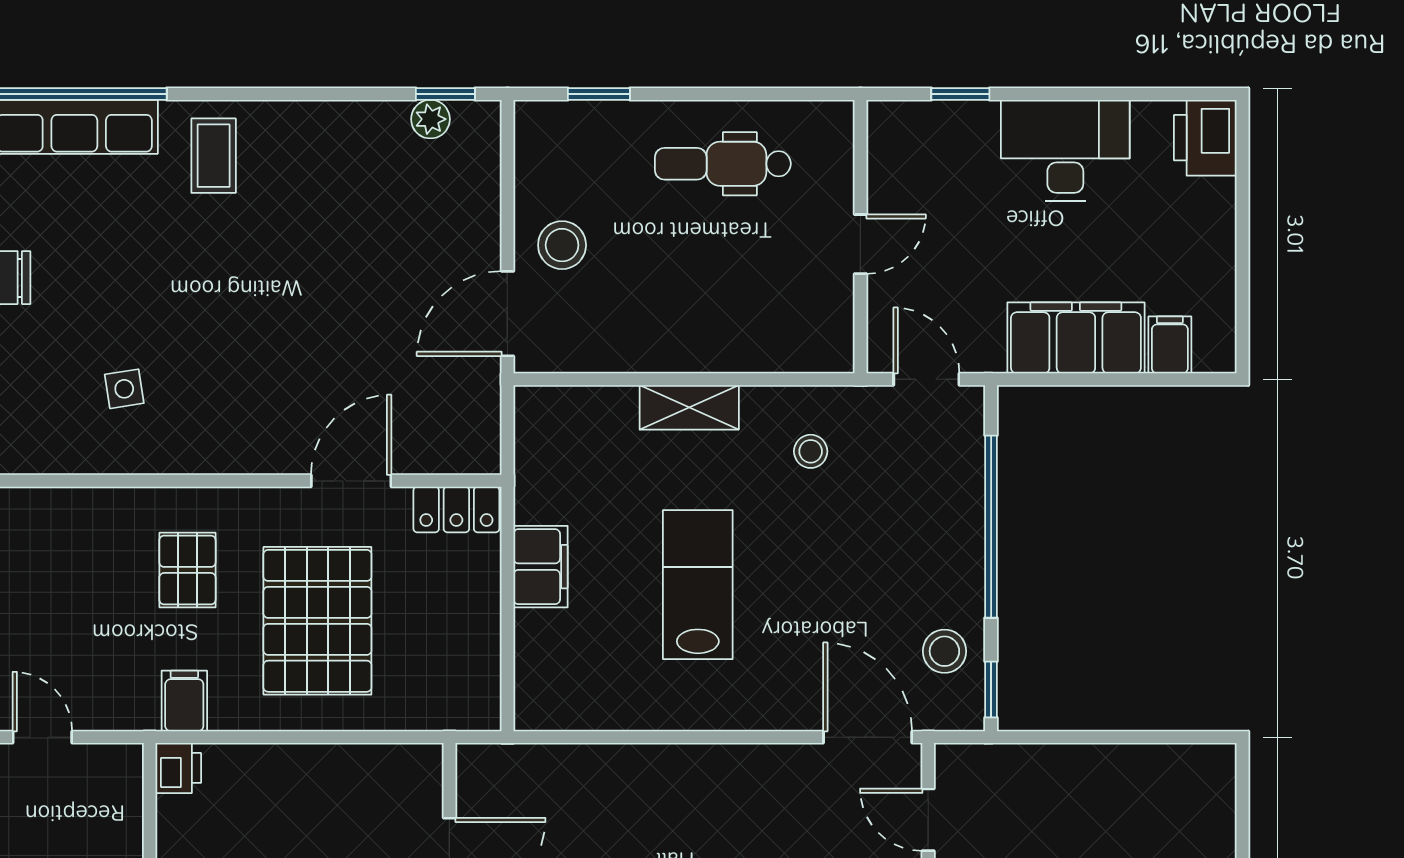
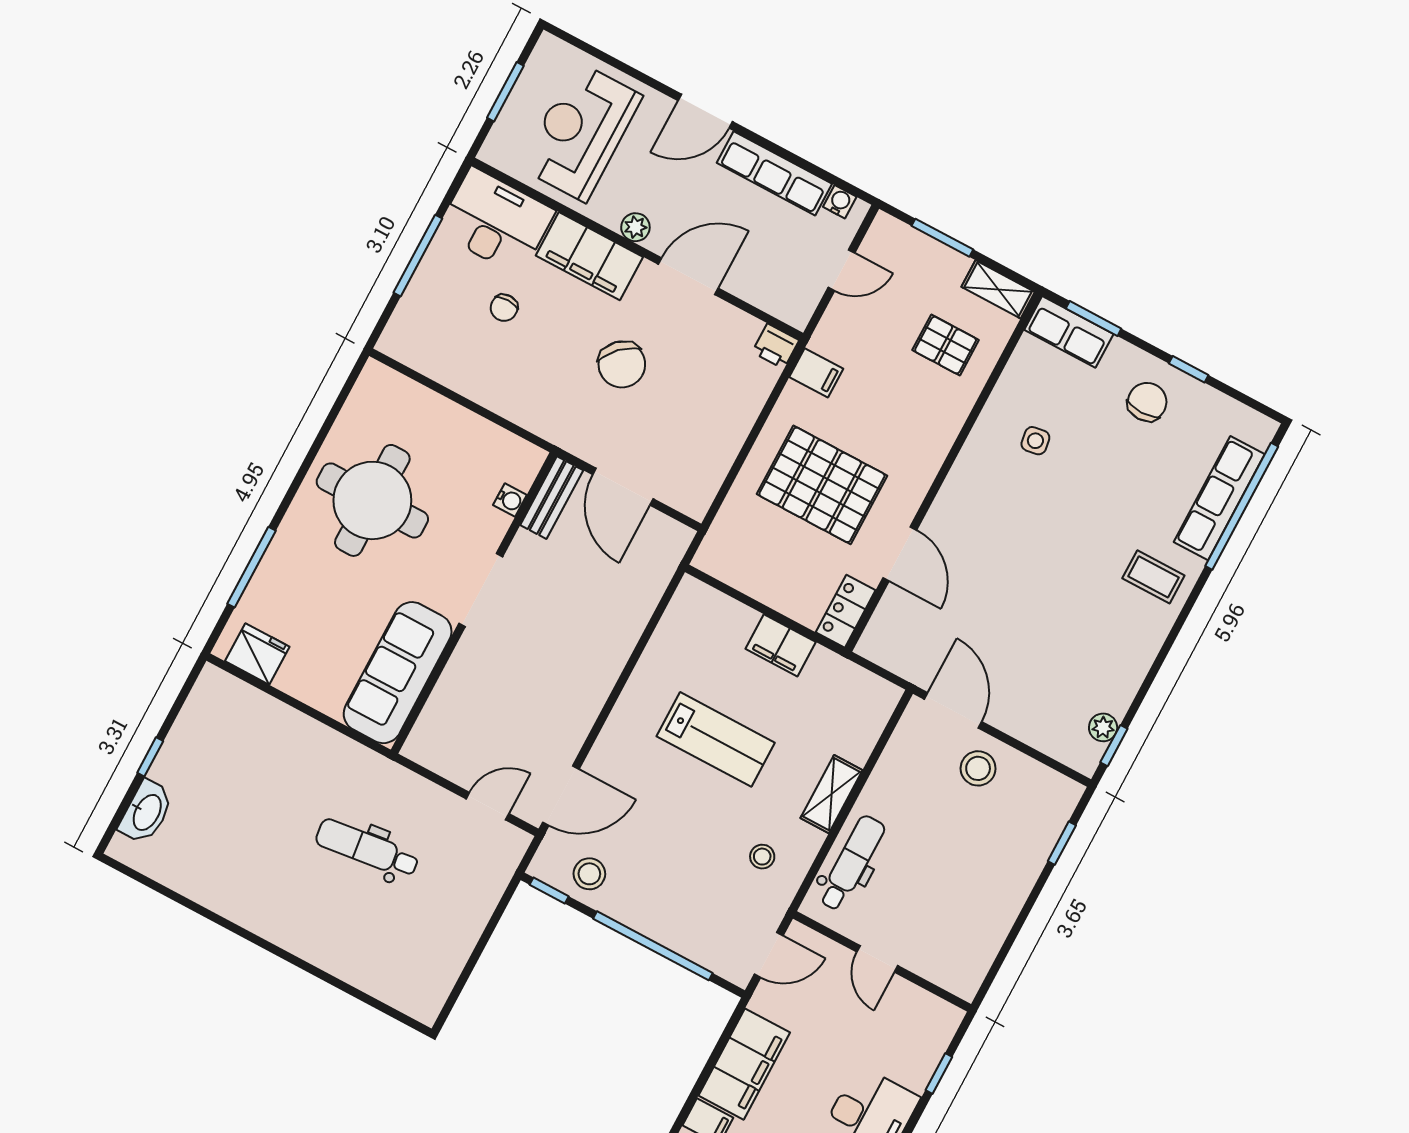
dental chair: (723, 164) -> (852, 863), moved
pallet: (187, 570) -> (946, 345), moved

